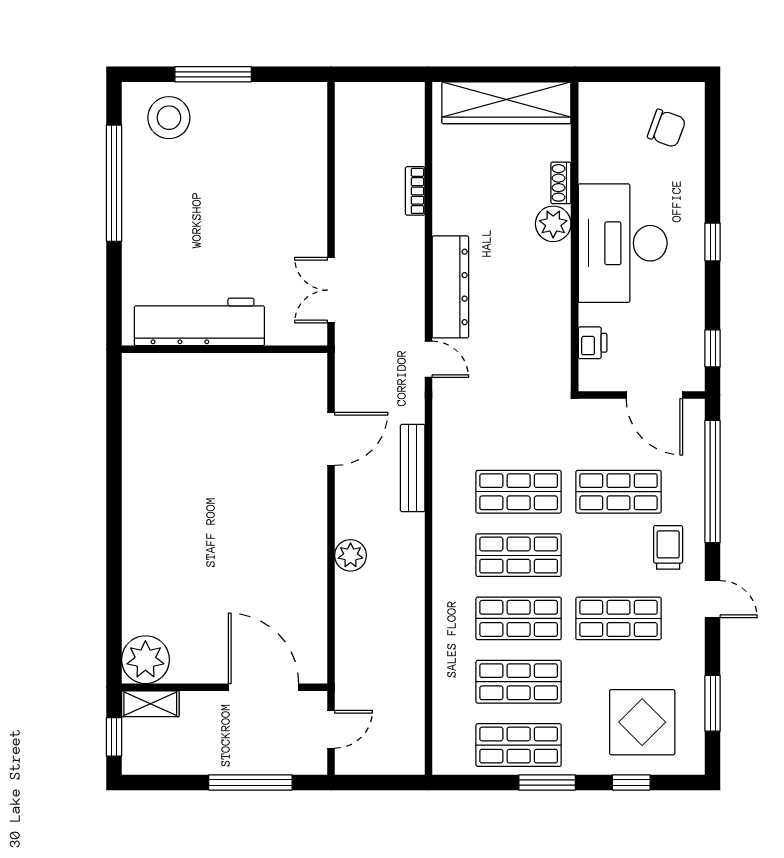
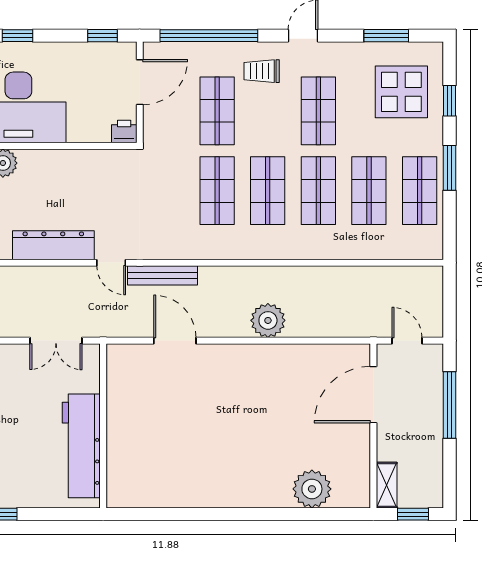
printer: (593, 343) -> (124, 132), moved
door: (429, 359) -> (111, 263), swing flipped
bench: (413, 468) -> (162, 275), moved
plant: (351, 555) -> (268, 320), width x1.36, depth x1.36
plant: (145, 660) -> (312, 489), moved

